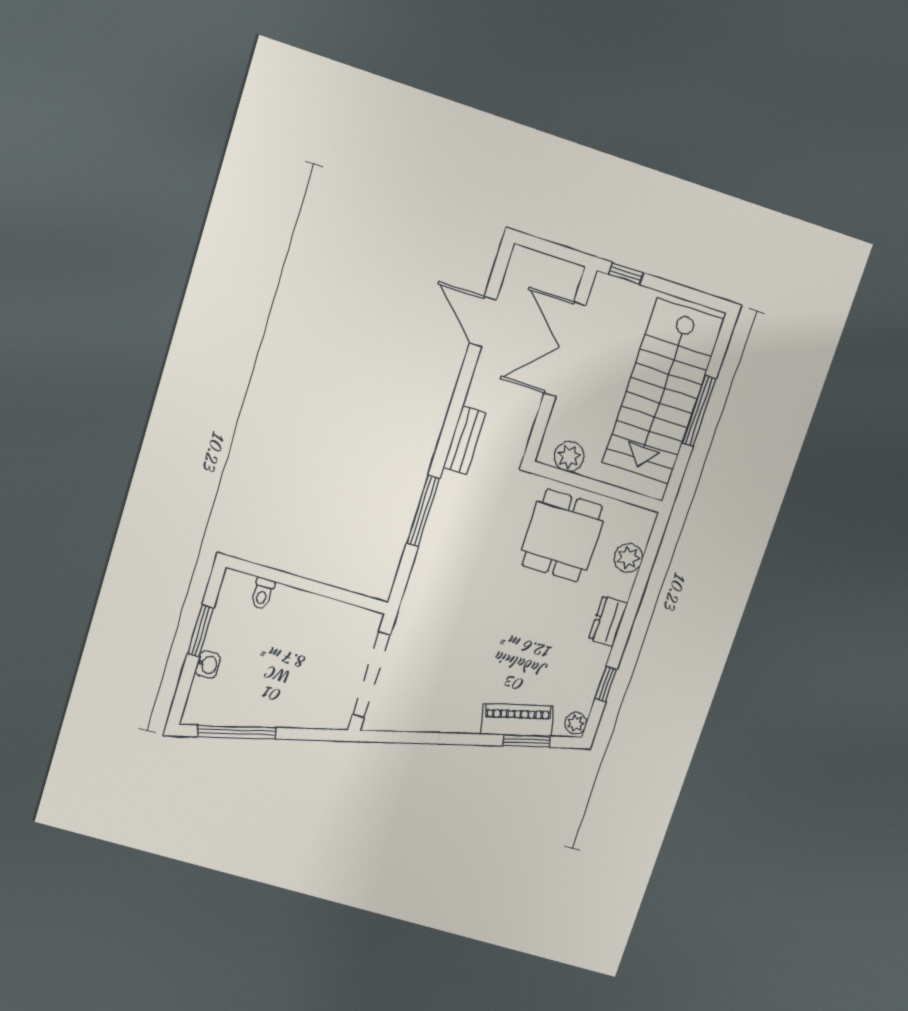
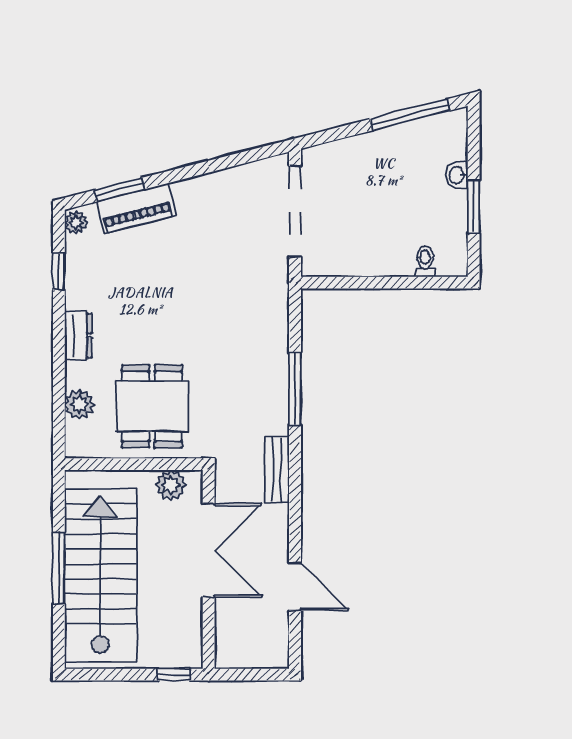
double door: (565, 349) -> (209, 550), moved

